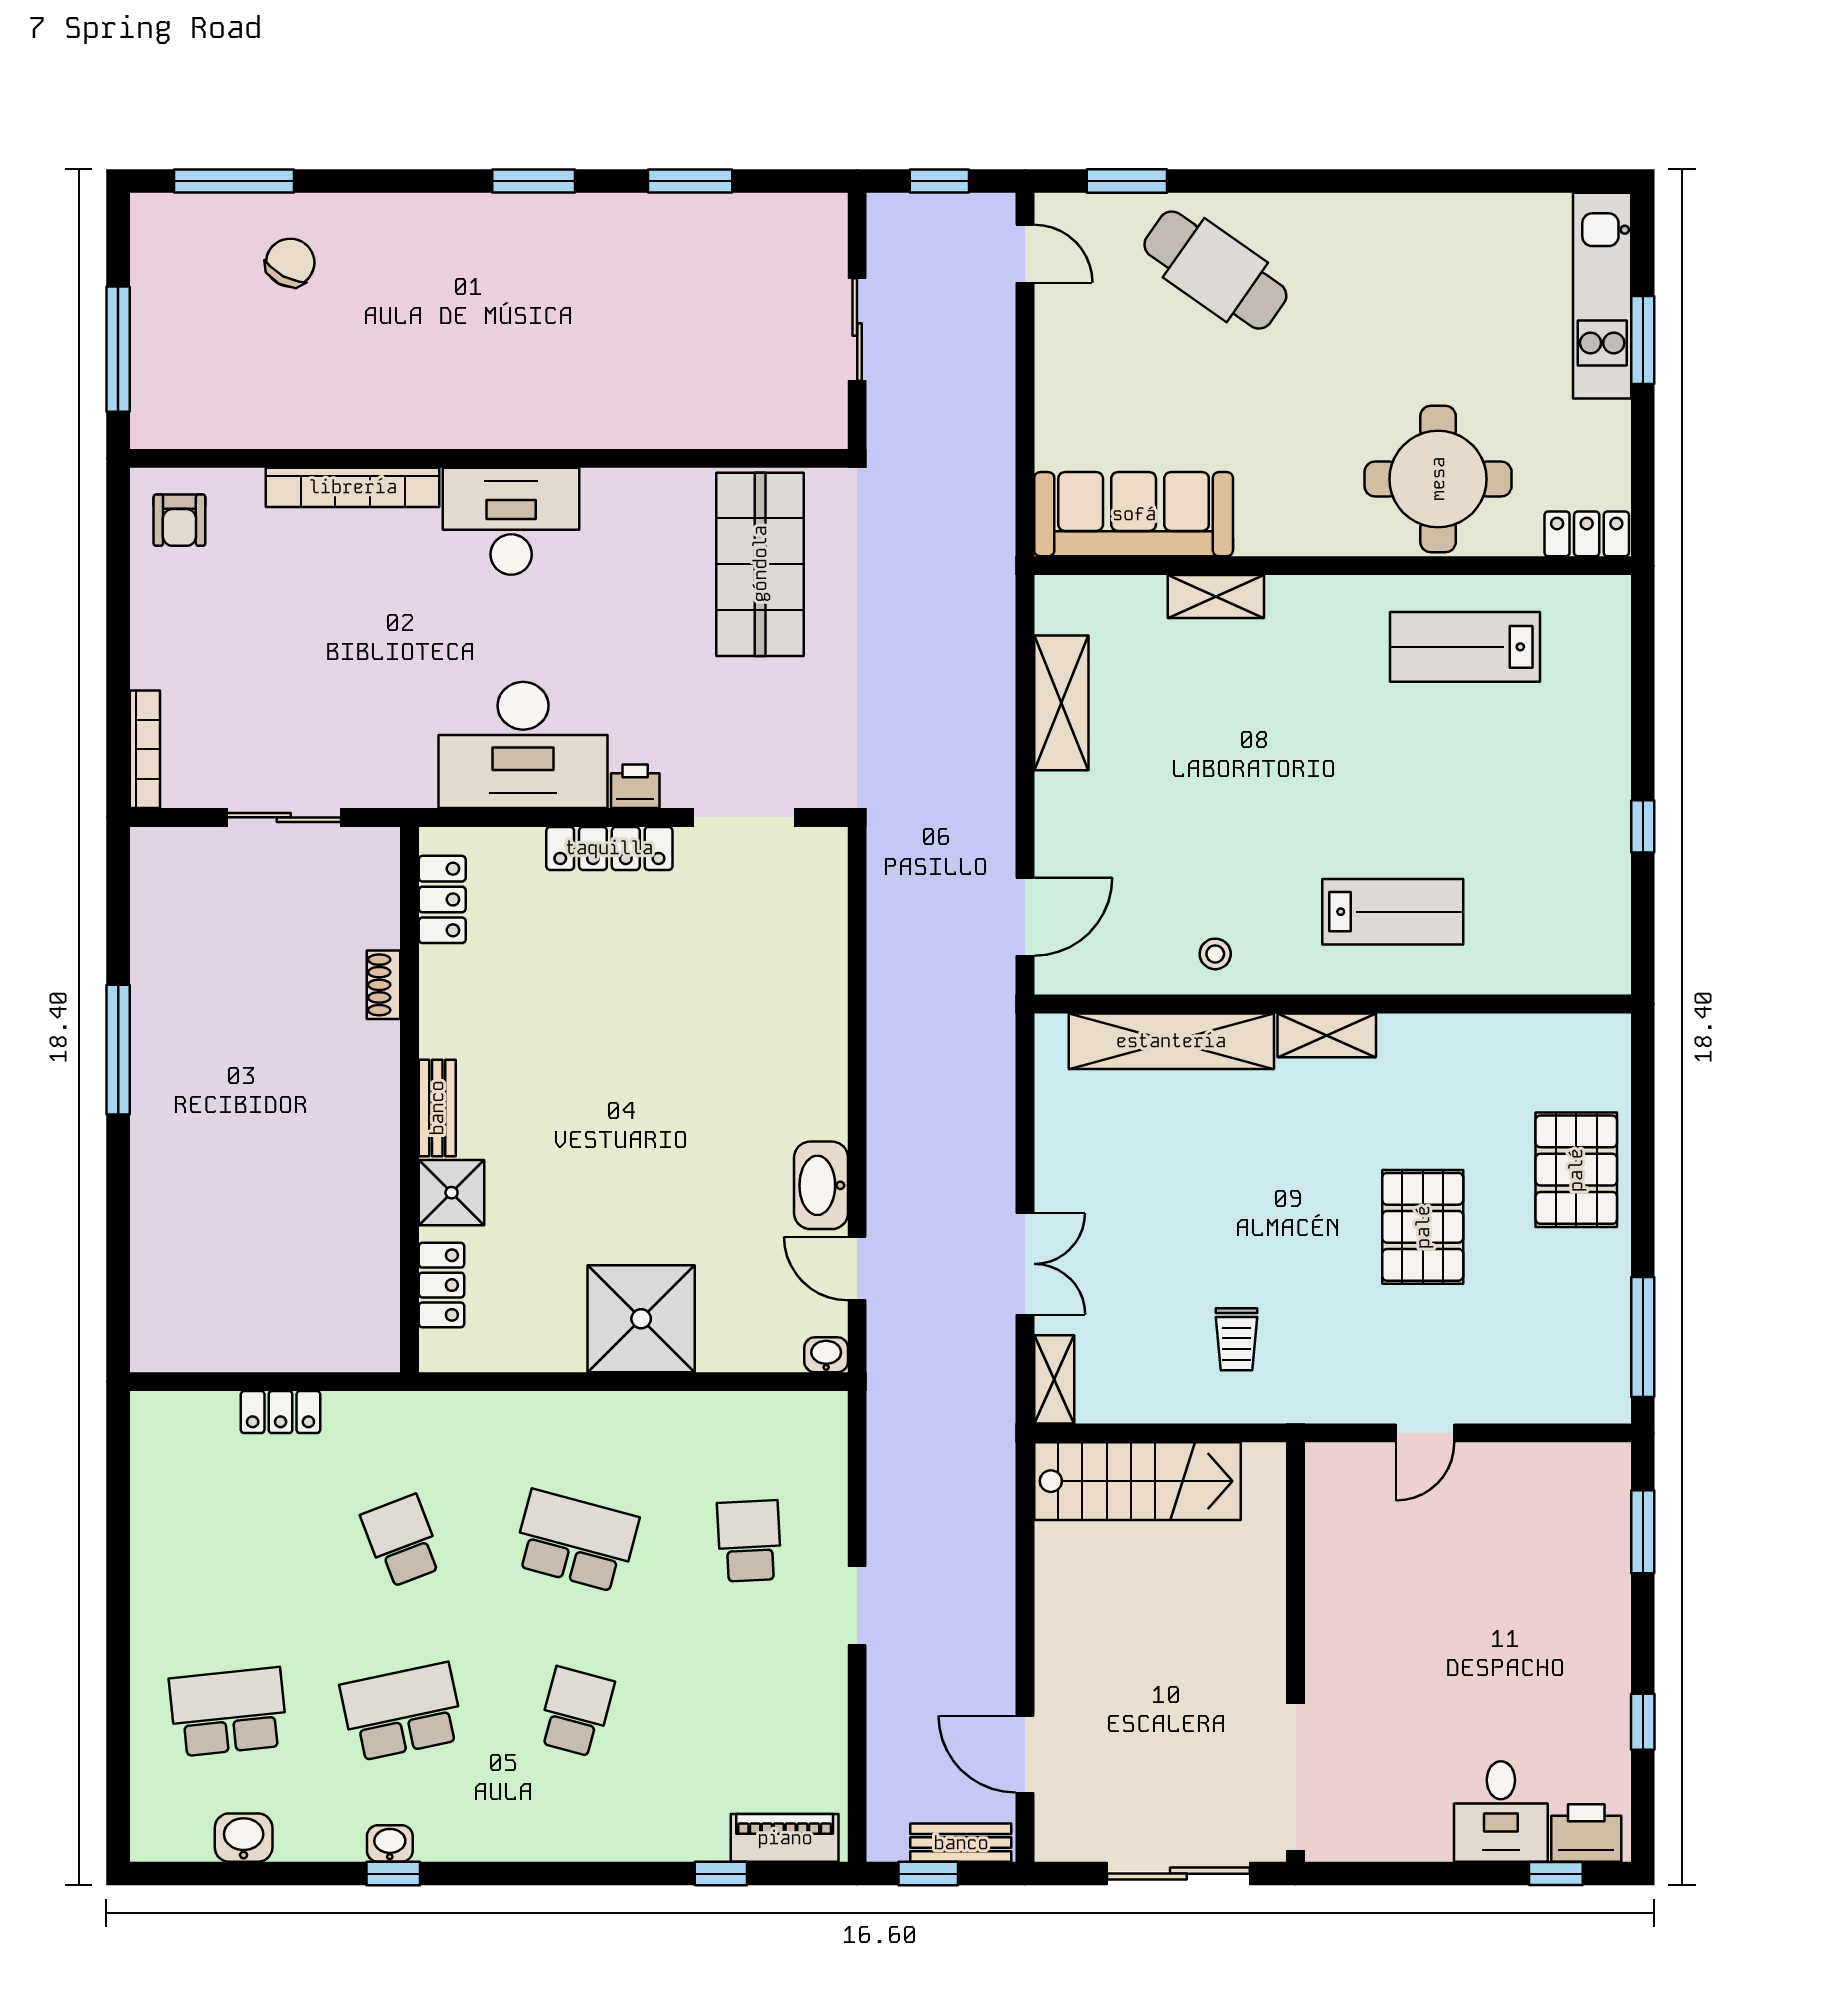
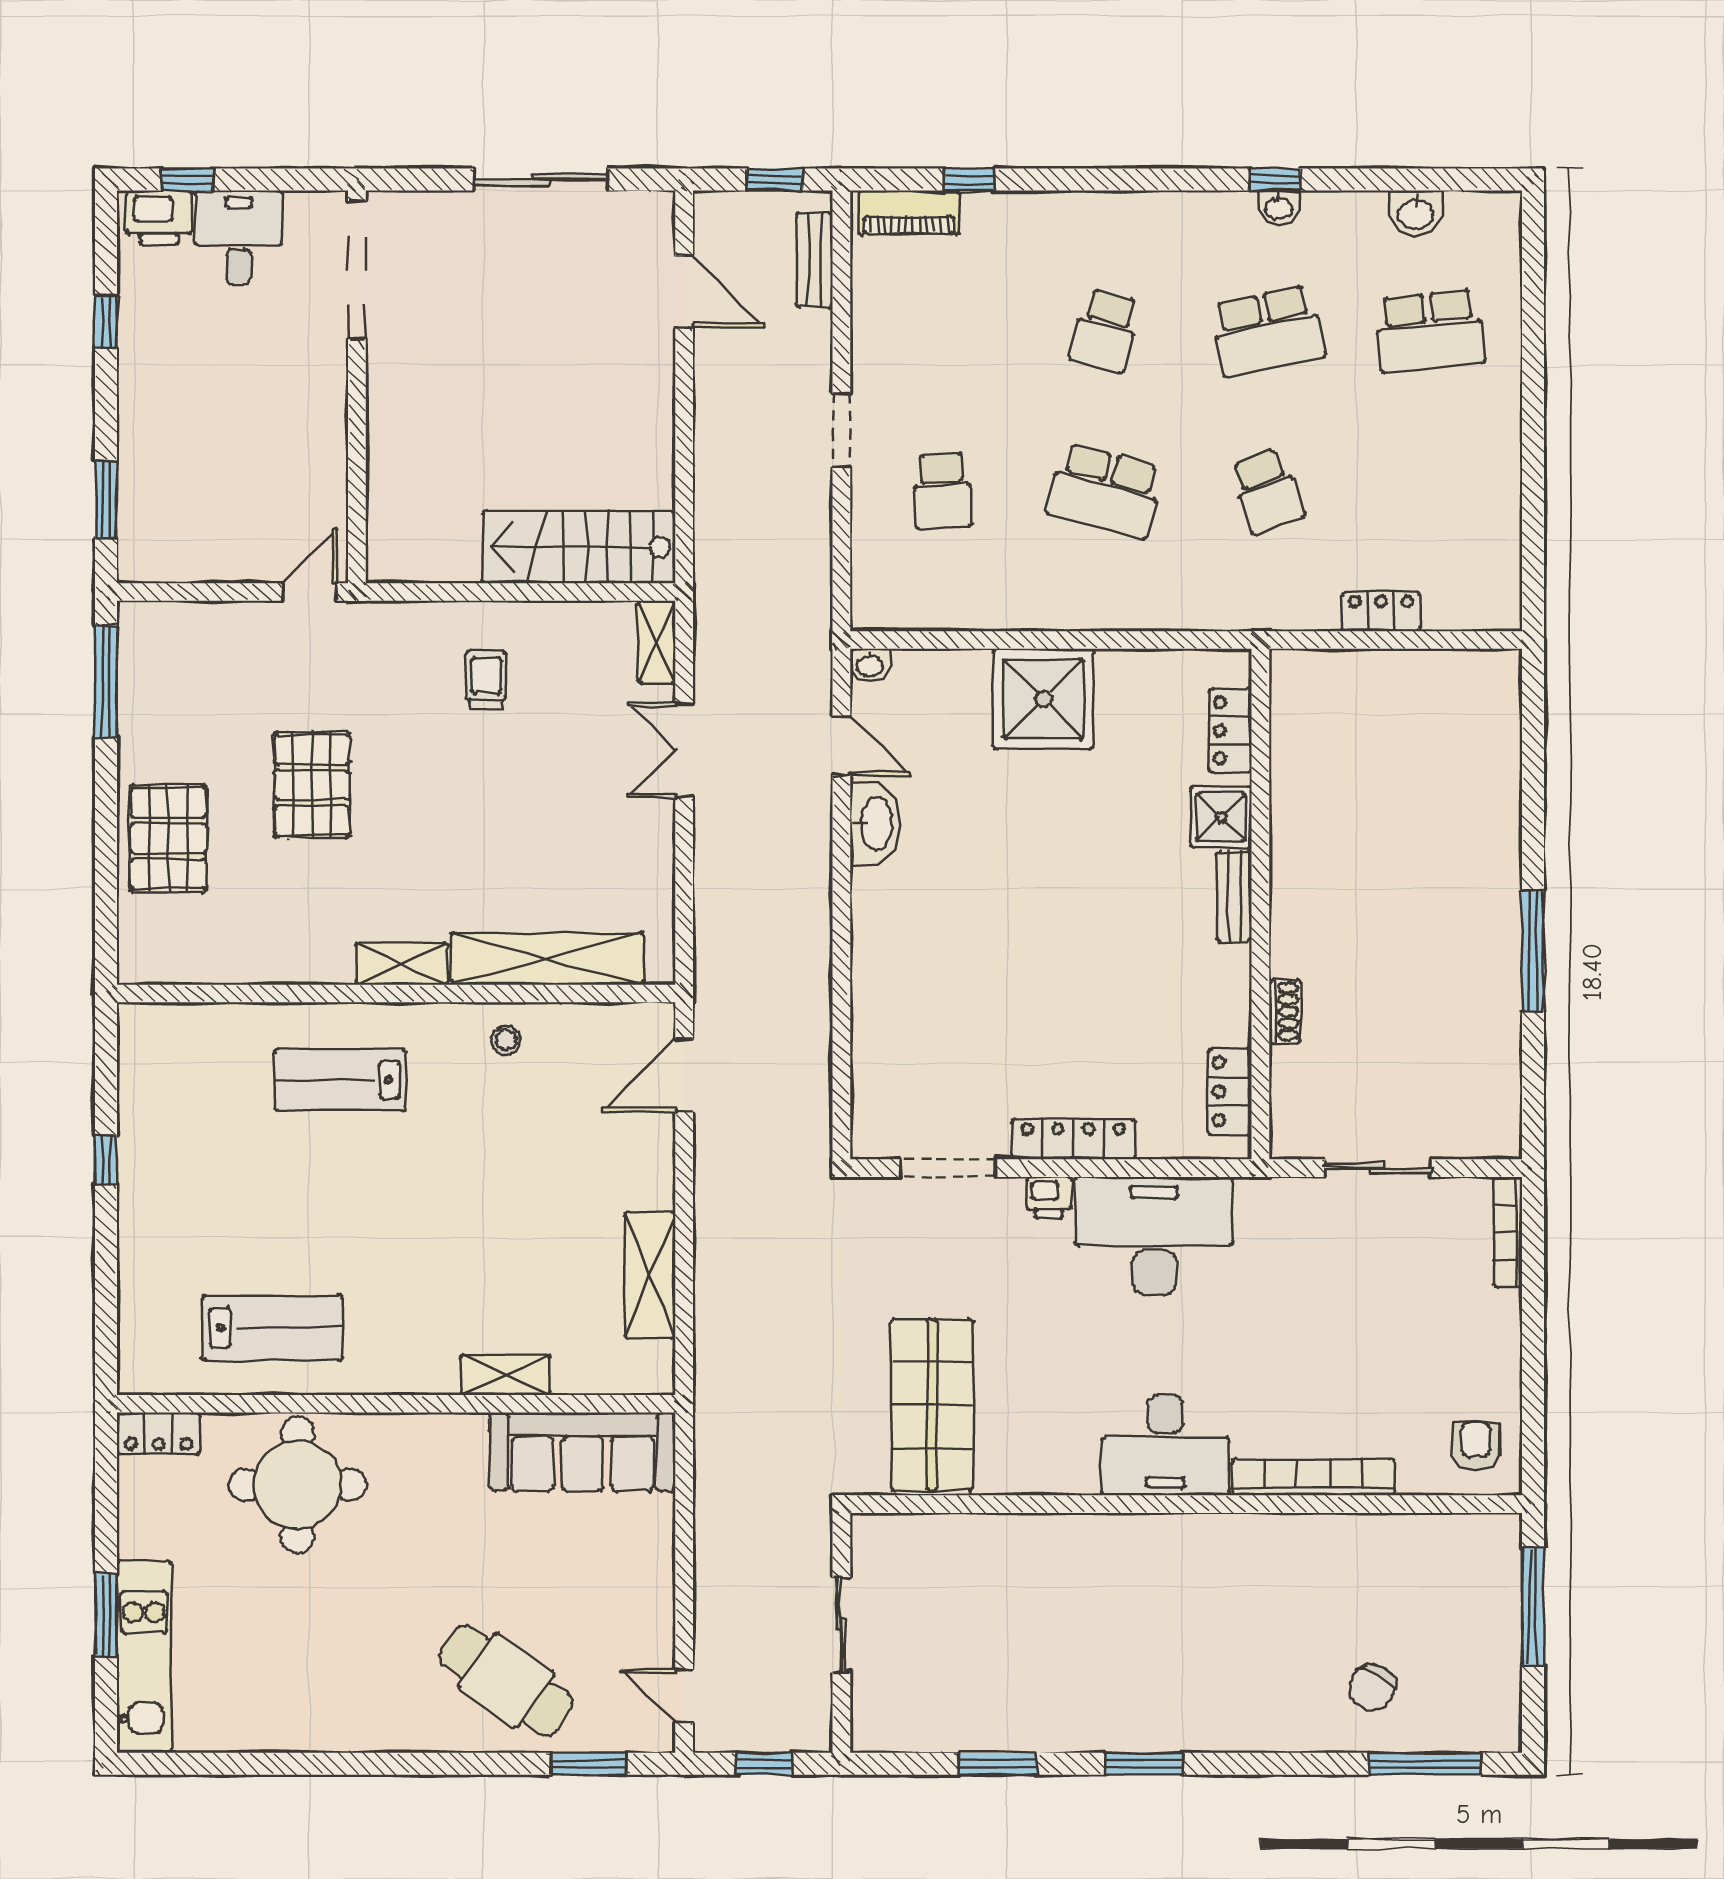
wall: (1295, 1652) -> (357, 387), moved
doorway: (1295, 1777) -> (357, 270), moved
bench: (961, 1843) -> (815, 260), moved, turned 90

